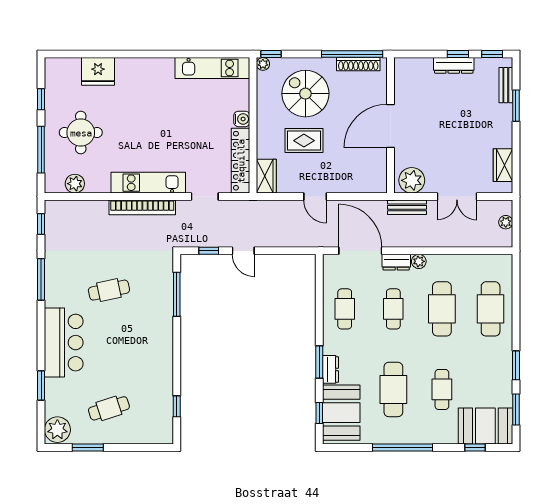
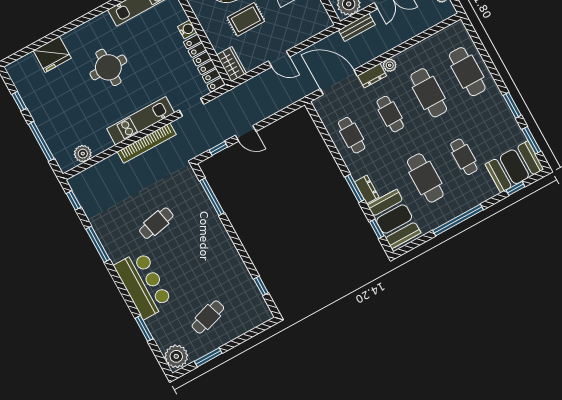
round table: (81, 133) -> (108, 67), moved

